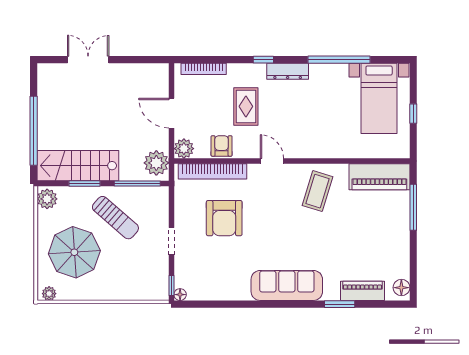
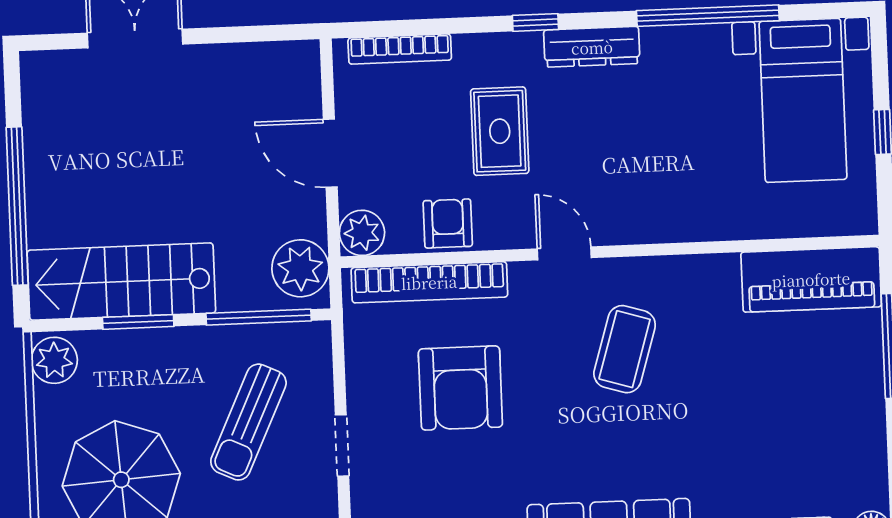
coffee table: (318, 191) -> (625, 349), moved
sun lounger: (115, 218) -> (248, 422), moved, turned 74

